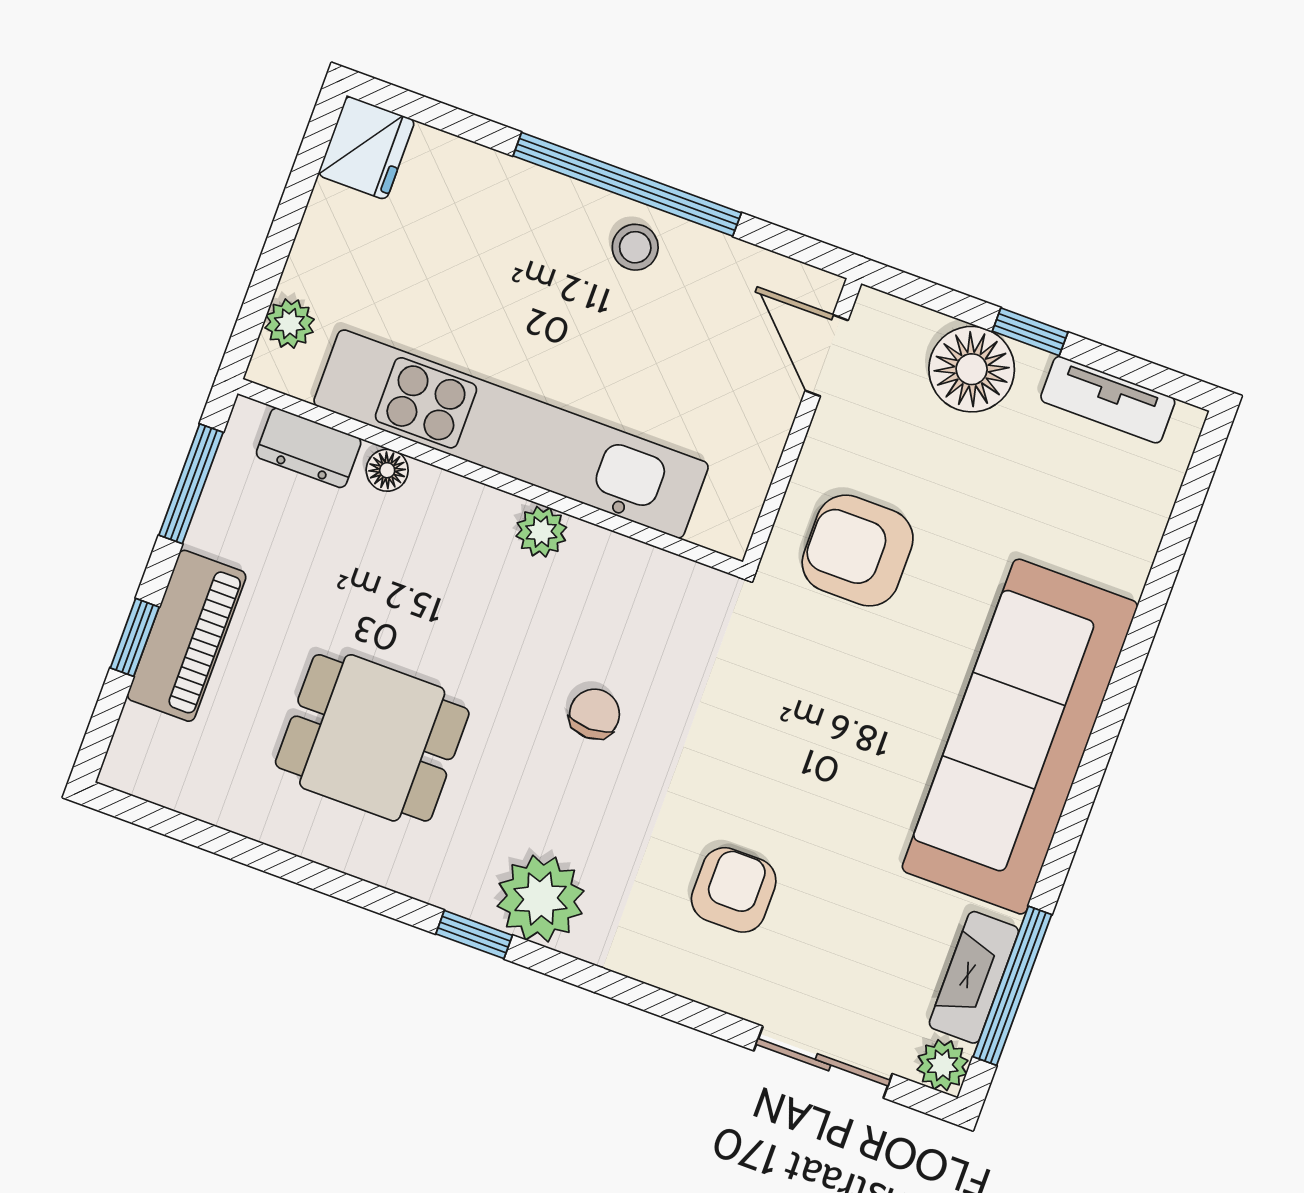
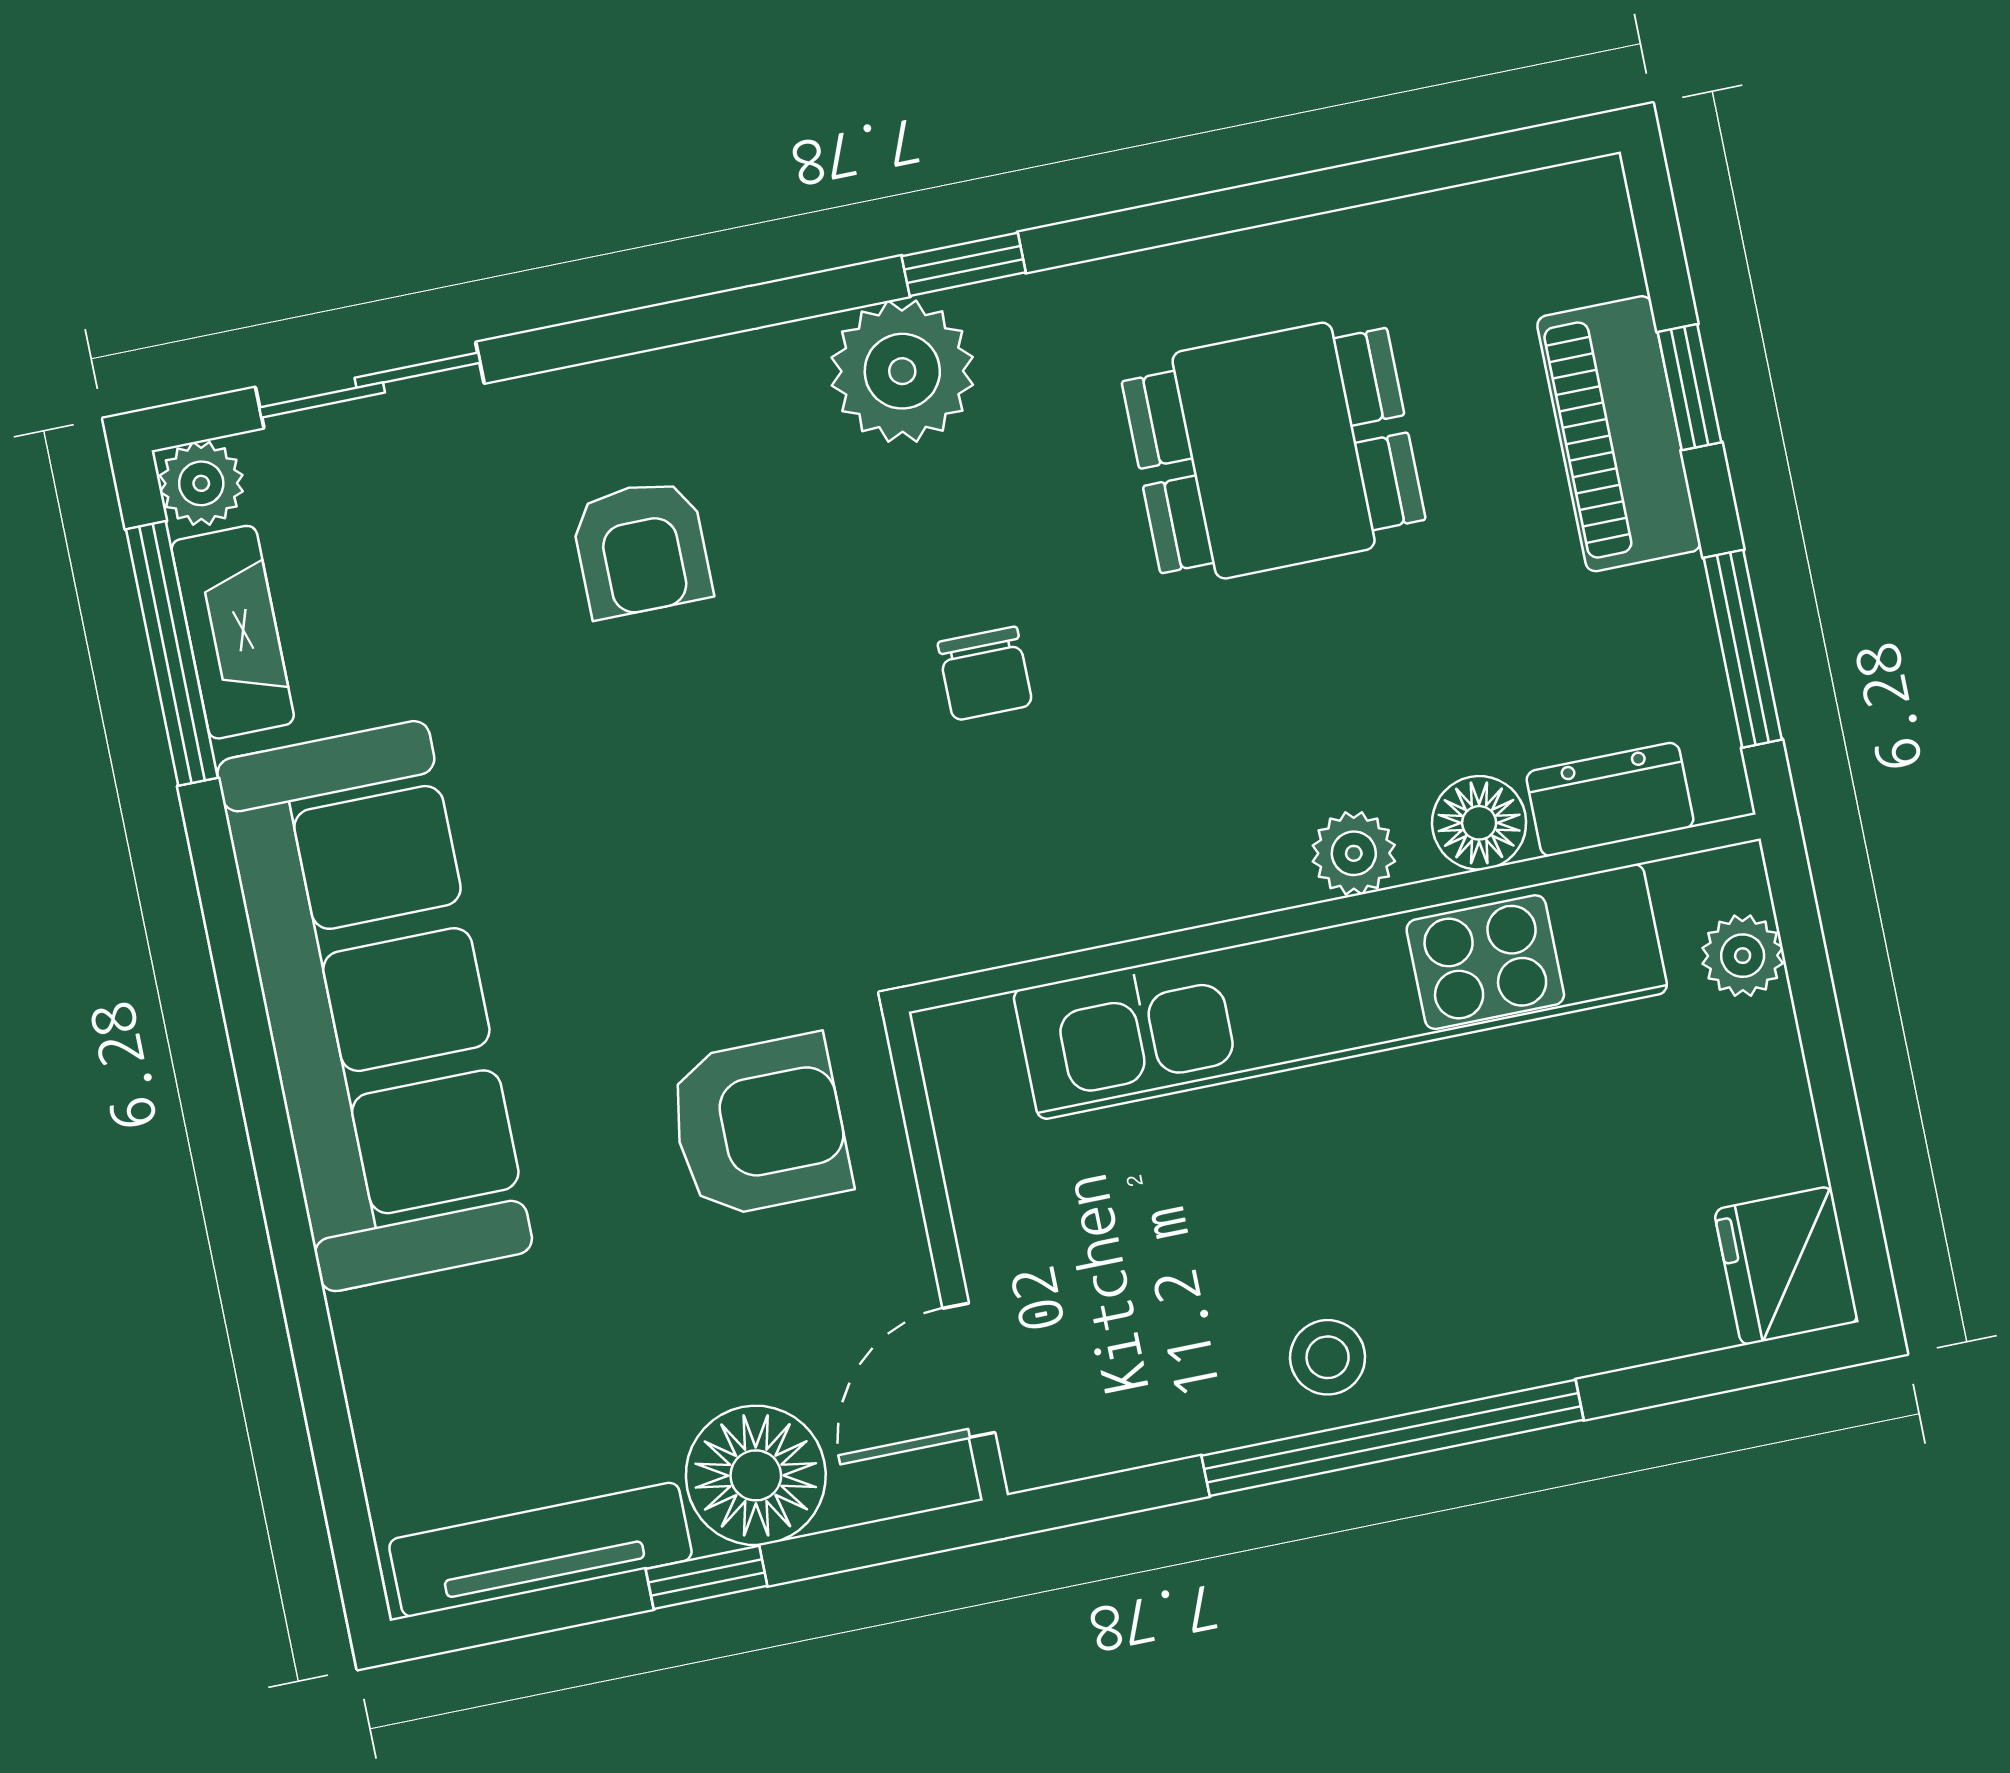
door: (827, 356) -> (969, 1370), swing flipped
tv unit: (1108, 400) -> (540, 1550), width x1.41
floor lamp: (387, 470) -> (1479, 823), width x1.37, depth x1.37
plant: (541, 532) -> (1354, 853), moved

